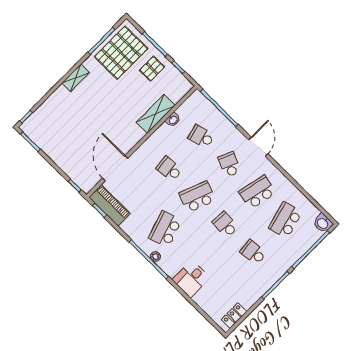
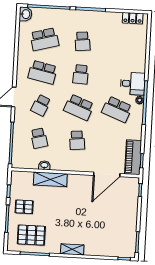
pallet: (121, 53) -> (31, 235), width x0.73, depth x0.71
school desk: (165, 229) -> (117, 109), turned 39
desk: (191, 279) -> (133, 84), moved

